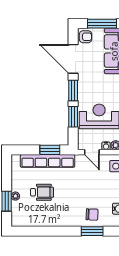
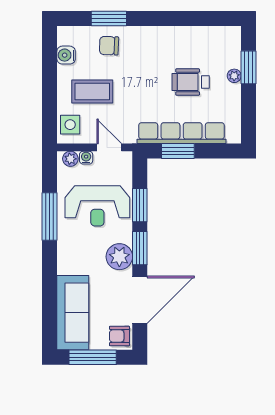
door: (73, 59) -> (140, 300), hinge flipped
plant: (86, 85) -> (119, 257), added
coffee table: (102, 186) -> (92, 92), added

